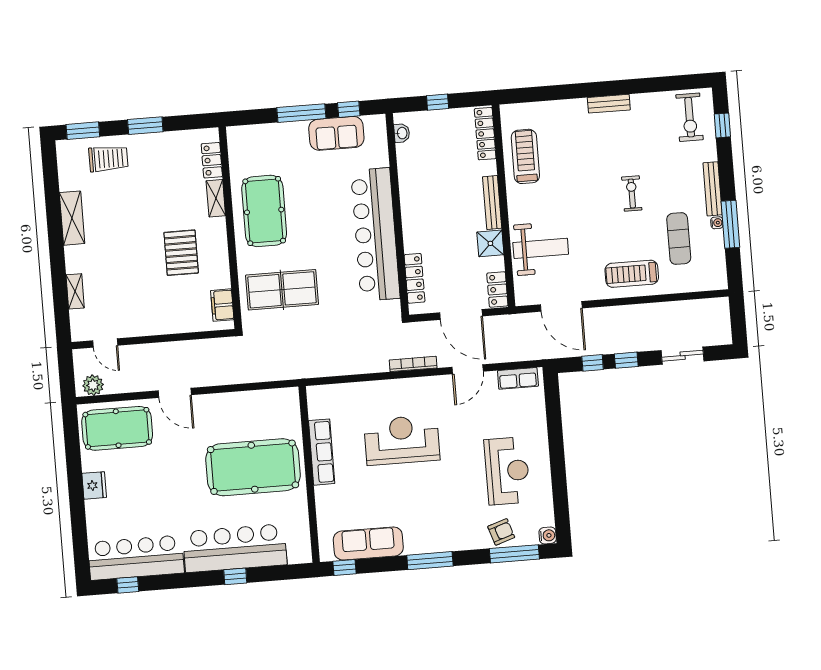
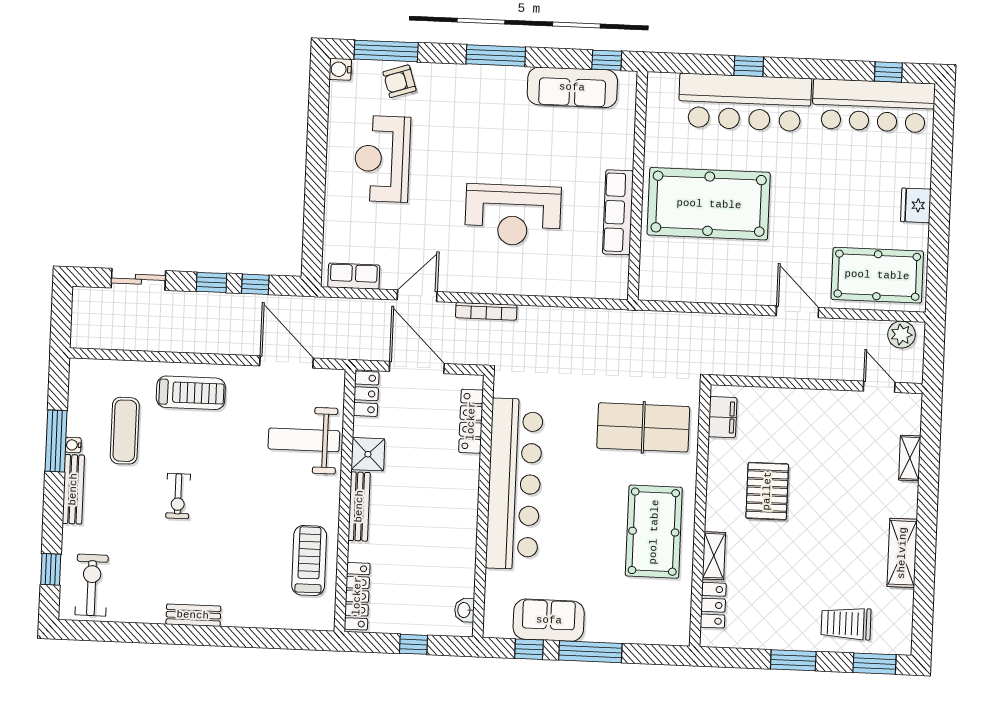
treadmill: (525, 156) -> (309, 560), turned 180

